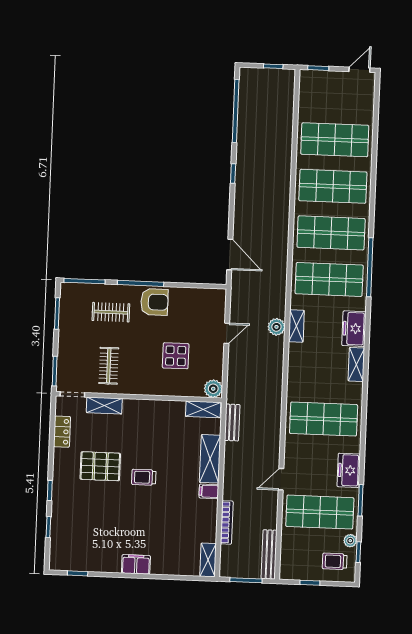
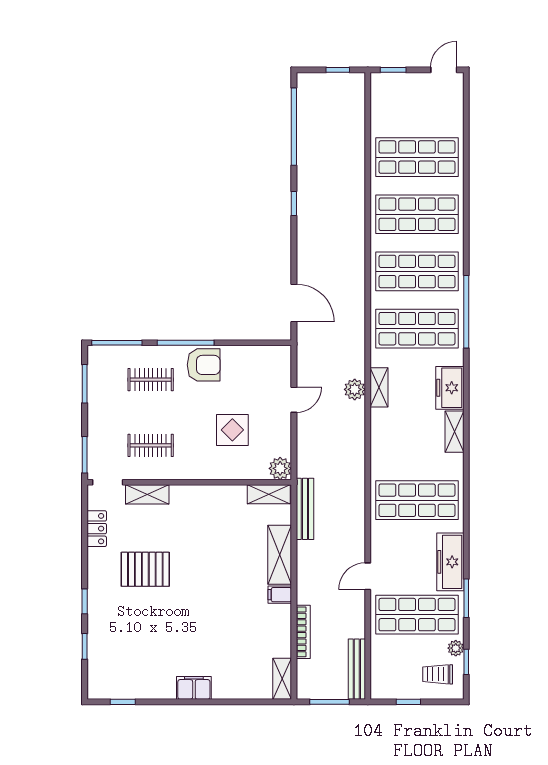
clothes rail: (109, 366) -> (151, 445), turned 90
bench: (232, 422) -> (305, 509), width x1.36
freezer: (349, 470) -> (450, 562), width x1.40
trolley: (144, 477) -> (199, 581), removed

